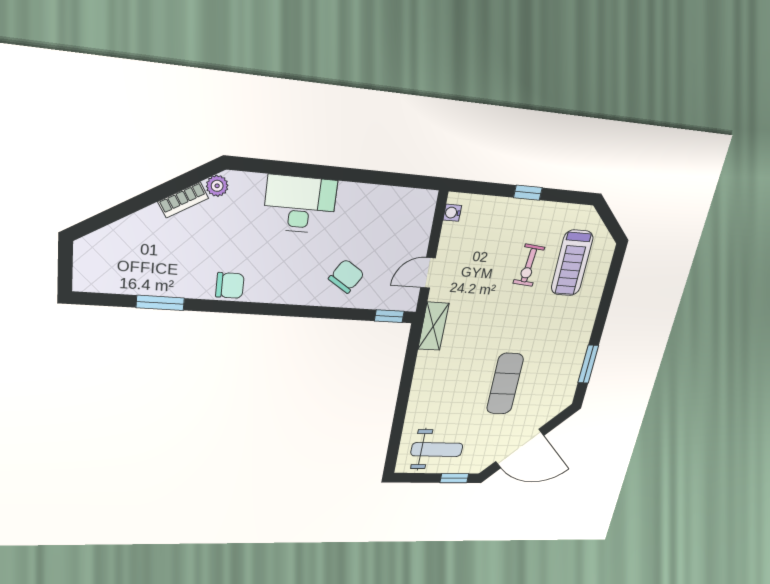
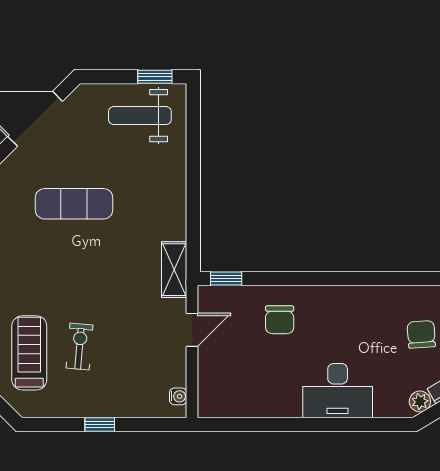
chair: (346, 276) -> (280, 320), turned -33
chair: (230, 285) -> (421, 334), moved, turned 86
exercise mat: (505, 384) -> (74, 204), turned 90
window: (454, 478) -> (155, 77), moved

